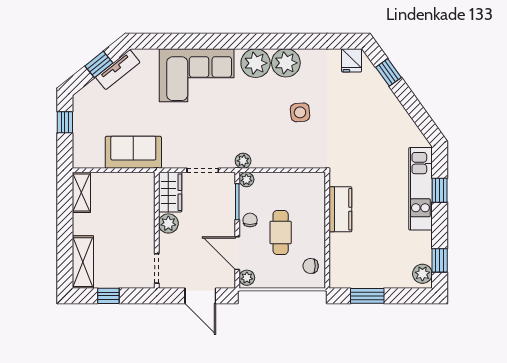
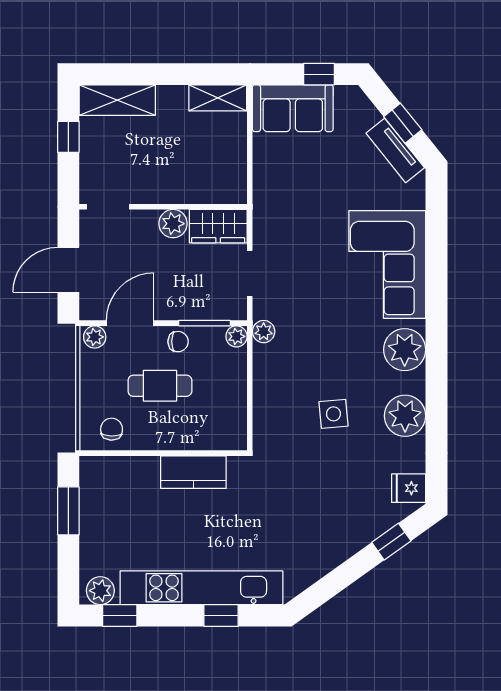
plant: (286, 63) -> (405, 416), moved
sofa: (133, 152) -> (293, 108), moved, turned 90
kitchen unit: (420, 189) -> (201, 588), width x1.36

